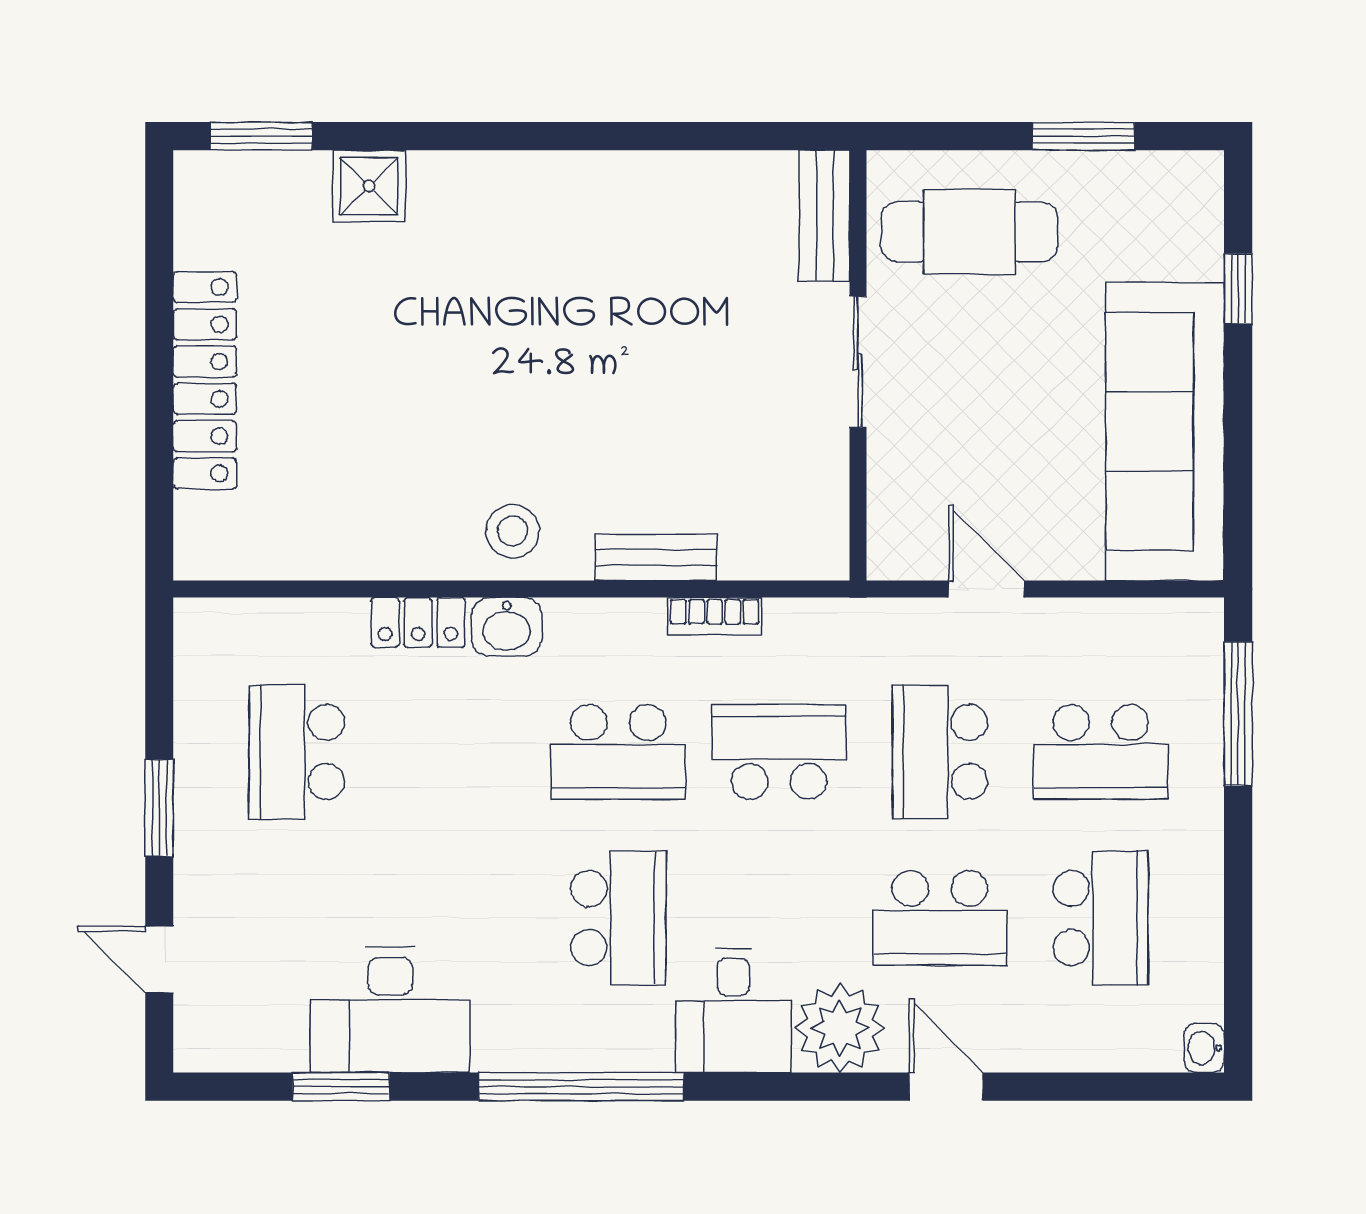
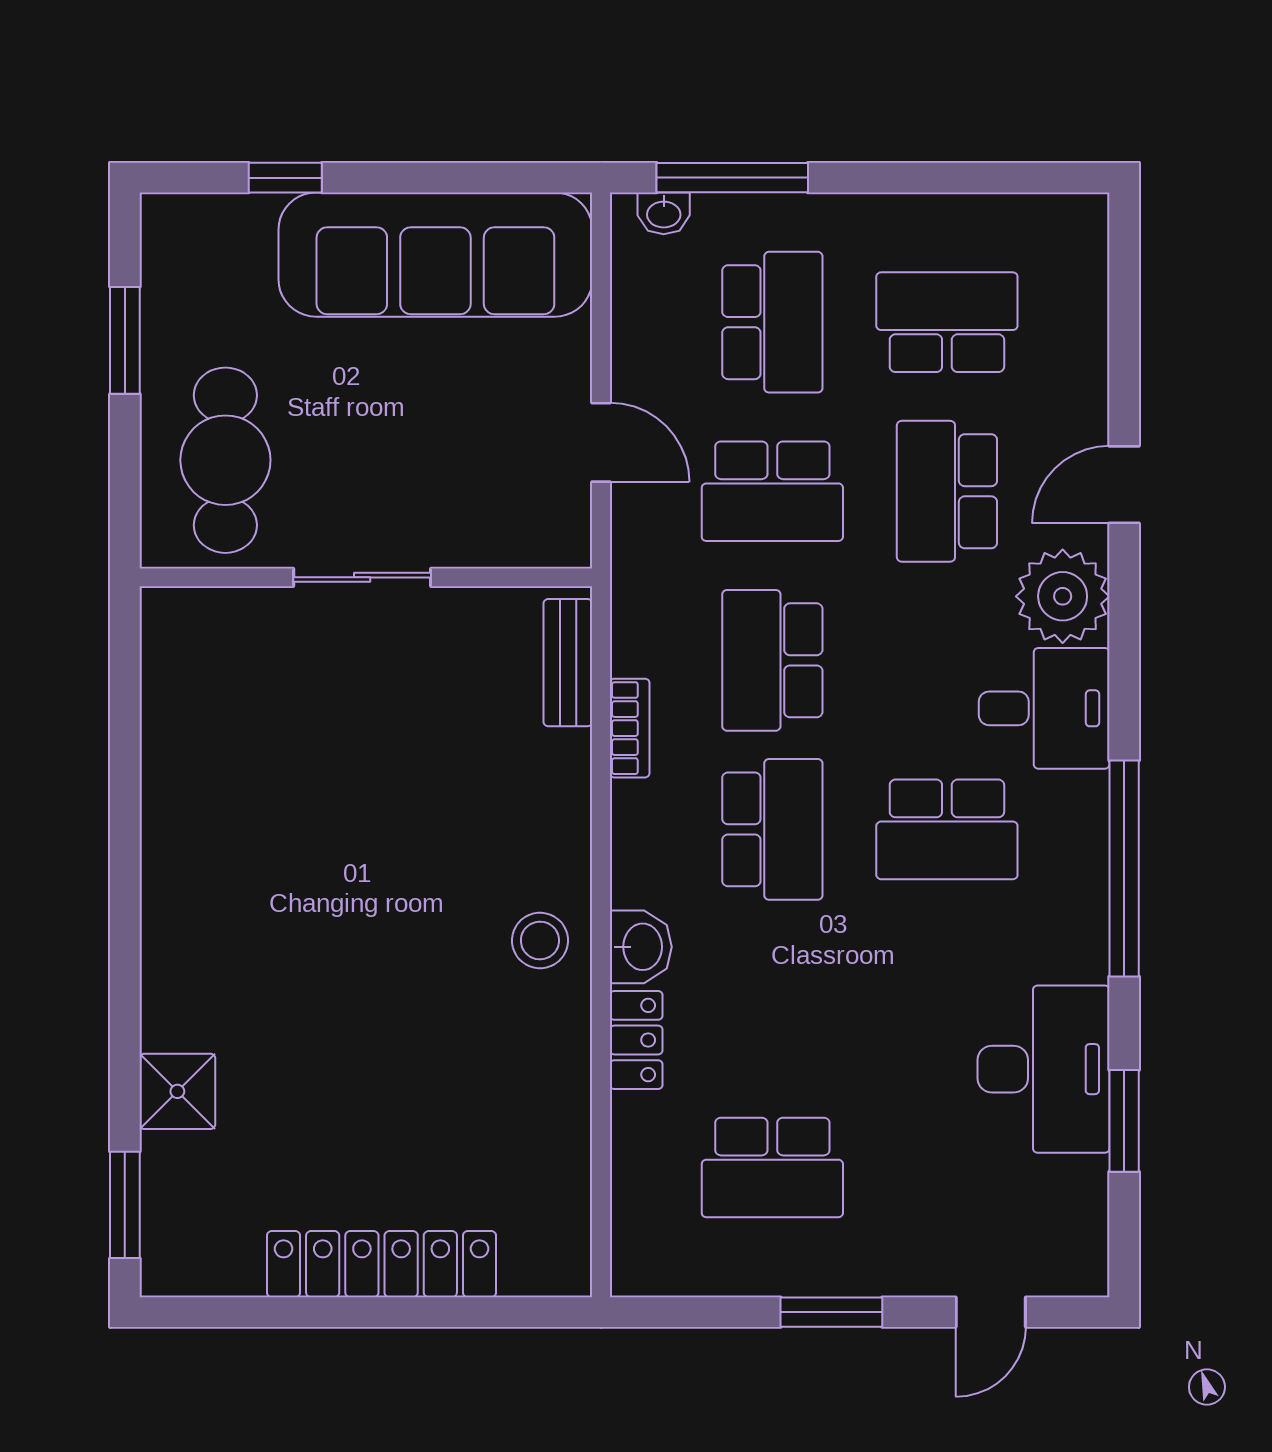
bench: (825, 216) -> (208, 612), removed
bench: (656, 557) -> (568, 663), moved
door: (986, 589) -> (601, 442), swing flipped
school desk: (618, 918) -> (947, 829), turned 180
school desk: (940, 918) -> (947, 491), turned 180
washbasin: (1204, 1048) -> (664, 213), moved

